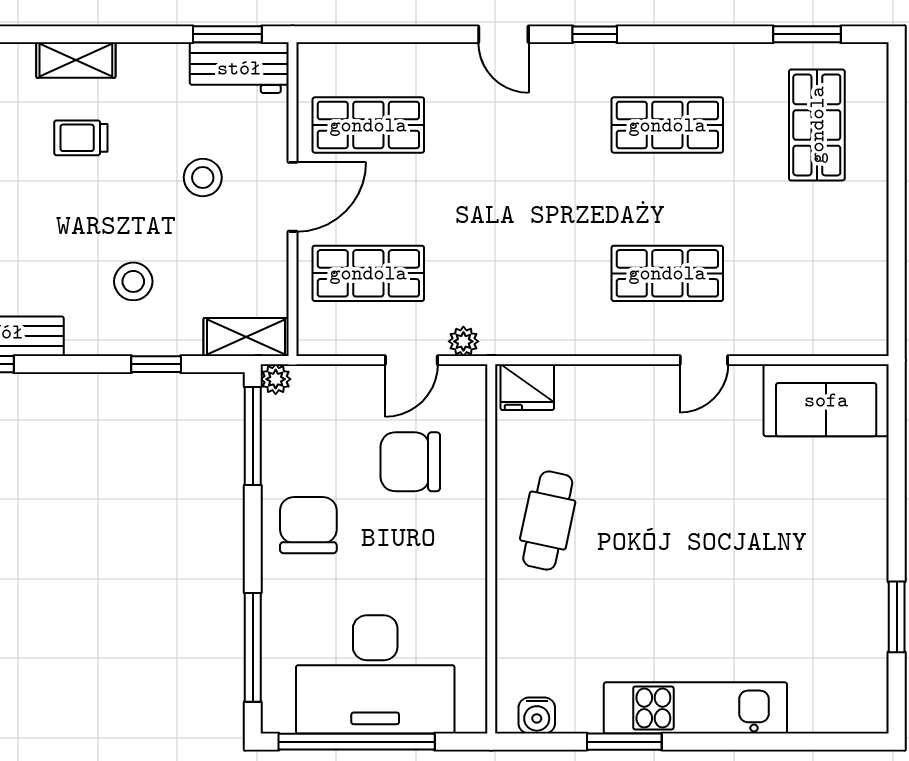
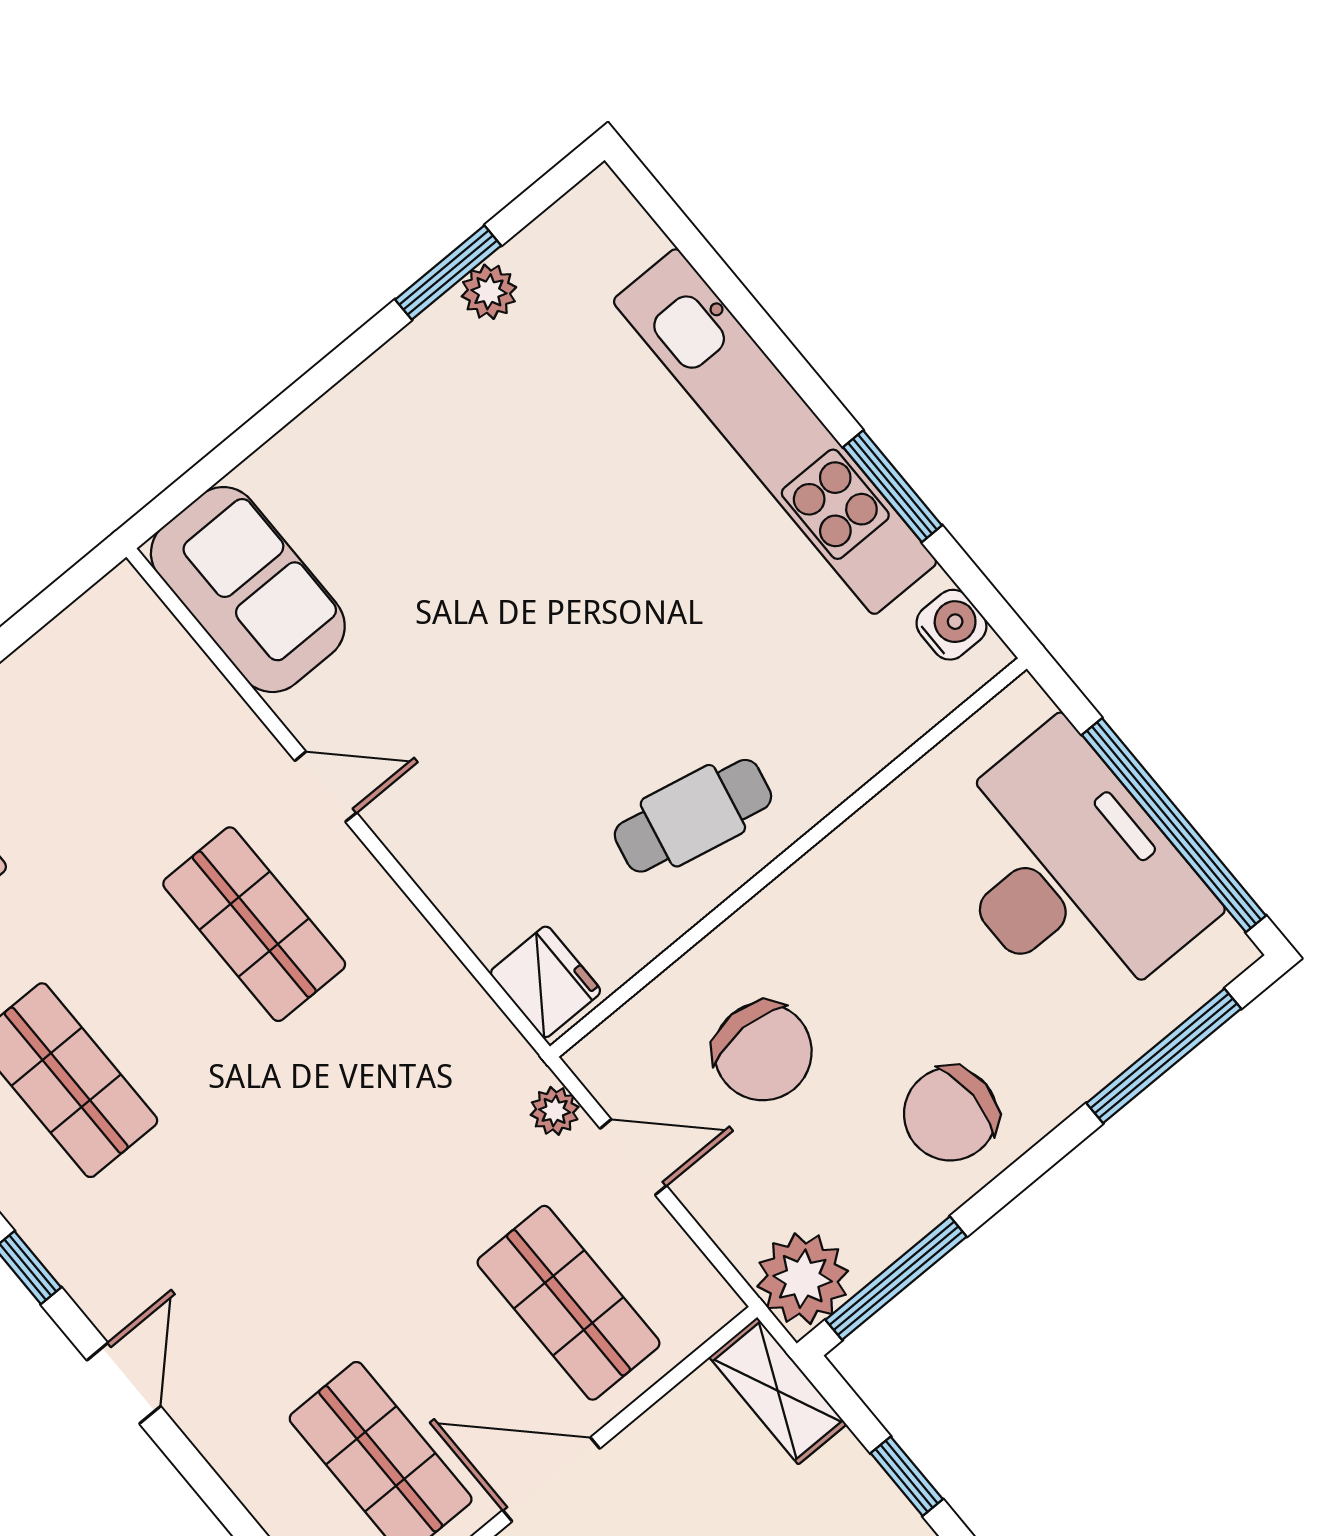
plant: (276, 379) -> (803, 1279), width x1.88, depth x1.88
plant: (872, 629) -> (489, 292), added
kitchen unit: (695, 708) -> (775, 432), width x1.36

